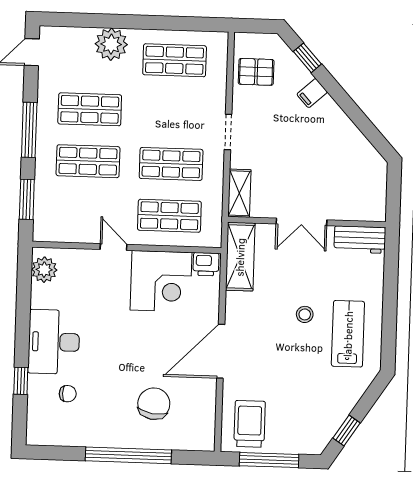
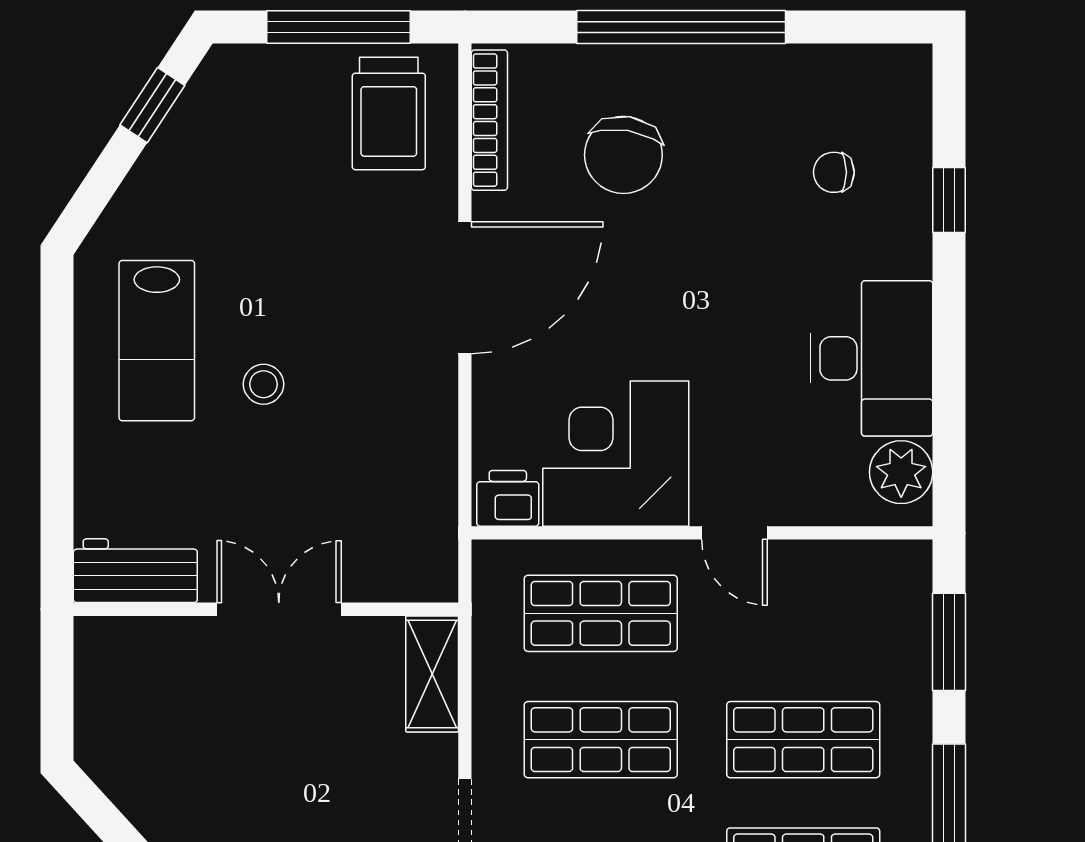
shelving: (240, 257) -> (425, 520), removed
desk: (54, 342) -> (871, 358), moved
bookcase: (208, 420) -> (489, 120), added

